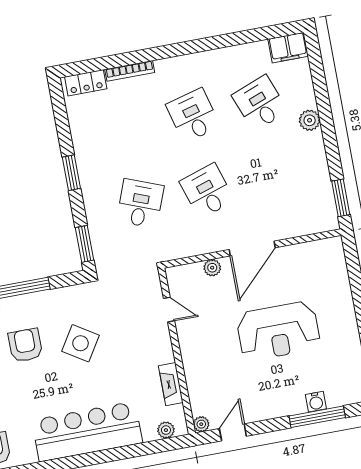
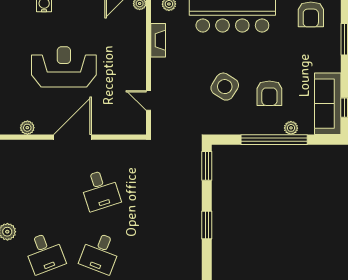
desk: (193, 116) -> (100, 253), turned 36
desk: (140, 203) -> (156, 190), removed
plant: (212, 268) -> (27, 128), moved

